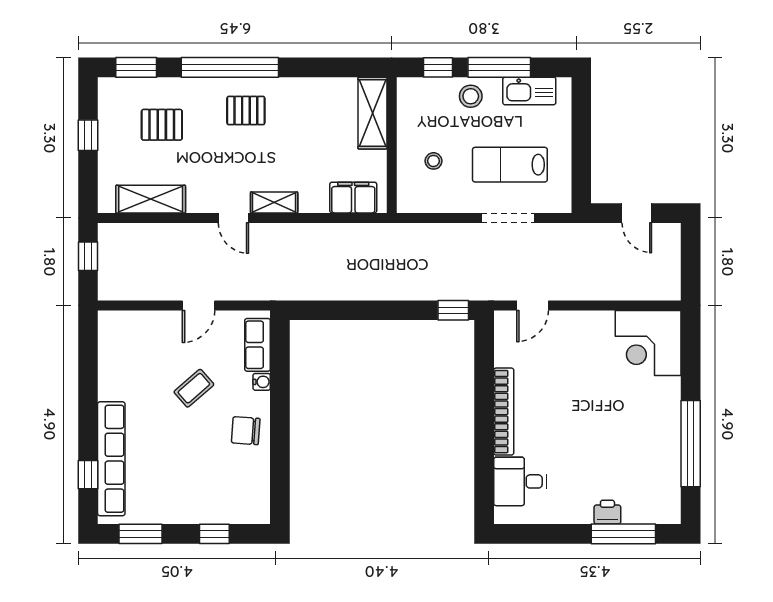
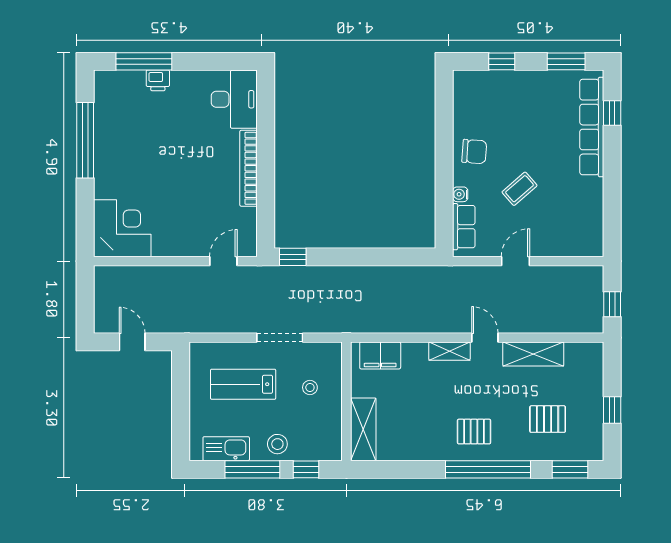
lab bench: (510, 165) -> (243, 384), turned 180
shelving: (151, 199) -> (533, 354), moved
doorway: (508, 218) -> (280, 338), moved
desk: (520, 481) -> (234, 99), width x1.37

